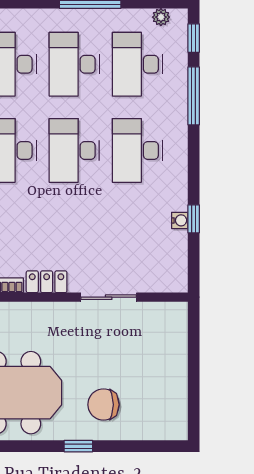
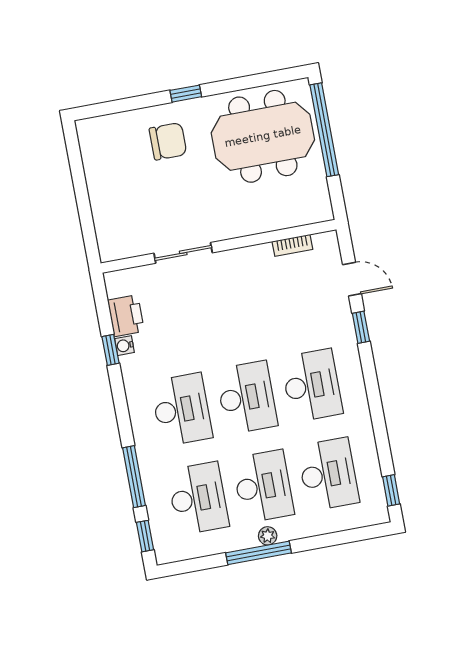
plant: (161, 17) -> (268, 536), moved
printer: (173, 248) -> (126, 316), added
locker: (47, 282) -> (250, 257), removed

